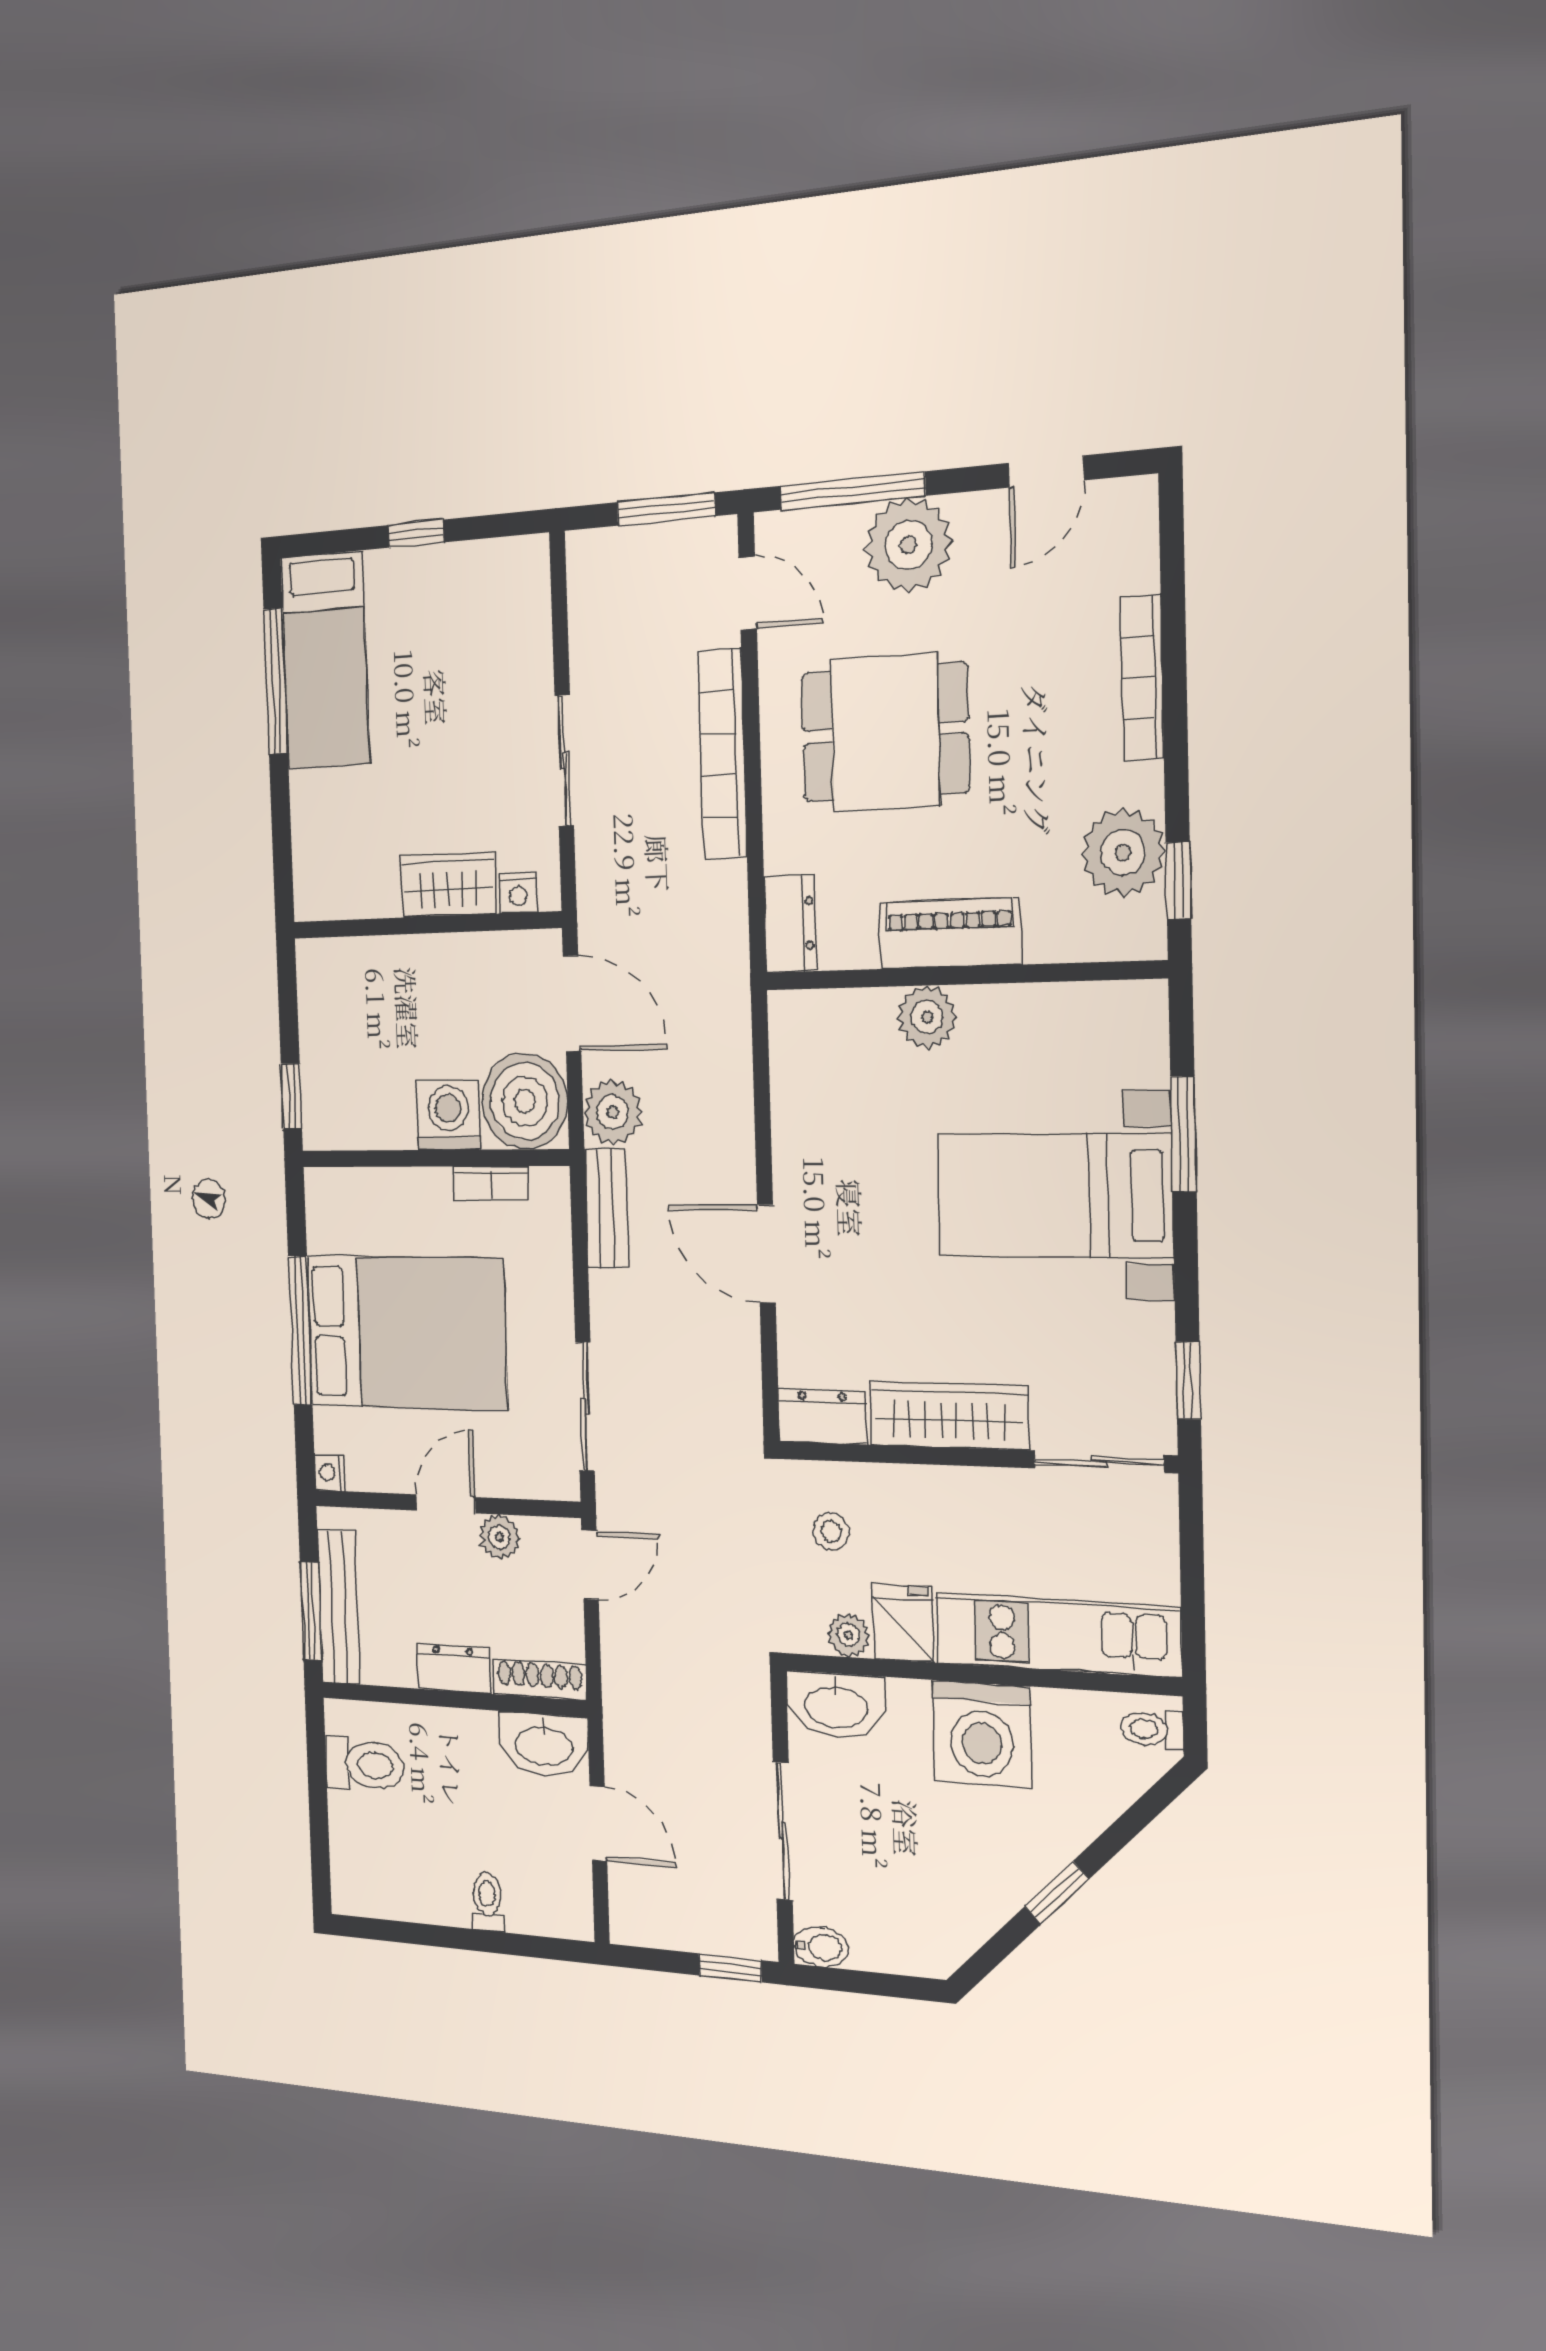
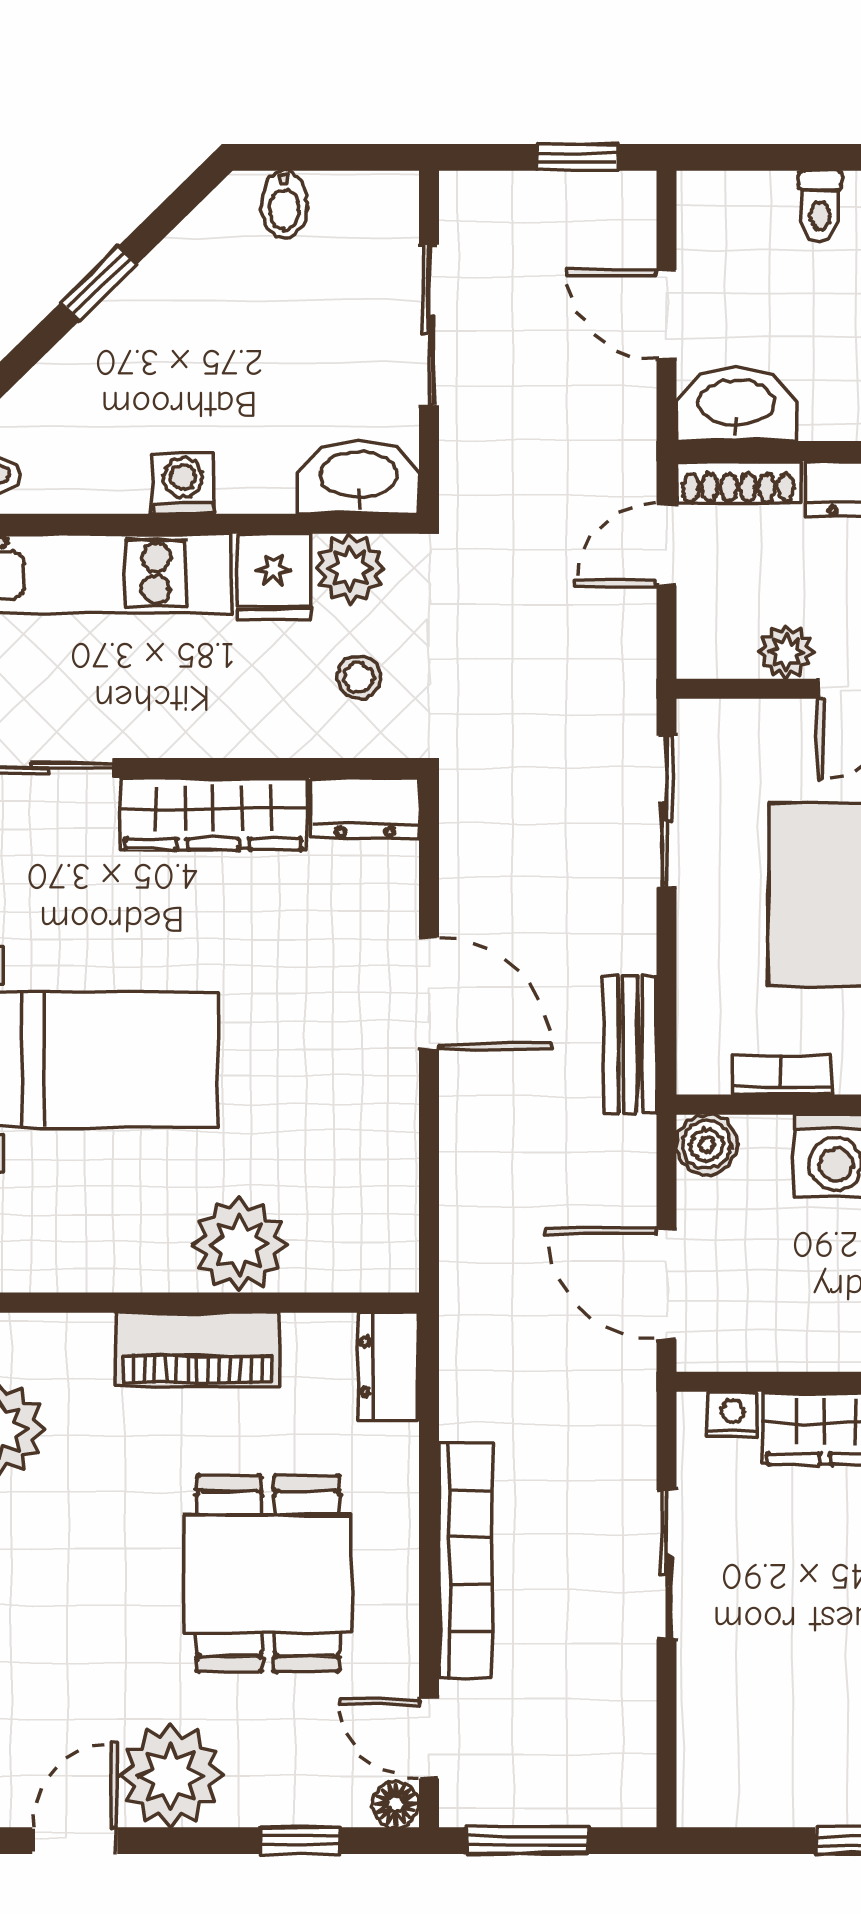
window: (852, 491) -> (299, 1841), width x0.46
floor lamp: (773, 532) -> (396, 1804), added
plant: (908, 545) -> (171, 1776), moved
dining table: (885, 732) -> (268, 1574), turned 90
plant: (927, 1017) -> (240, 1245), width x1.36, depth x1.36
boiler: (525, 1101) -> (707, 1145), width x0.54, depth x0.54
plant: (613, 1112) -> (618, 1157), removed
door: (590, 1565) -> (667, 545), moved
plant: (849, 1635) -> (350, 568), width x1.38, depth x1.38
washing machine: (982, 1734) -> (183, 483), width x0.53, depth x0.53
bidet: (821, 1947) -> (284, 204), moved, turned -90
window: (730, 1968) -> (578, 157), moved

